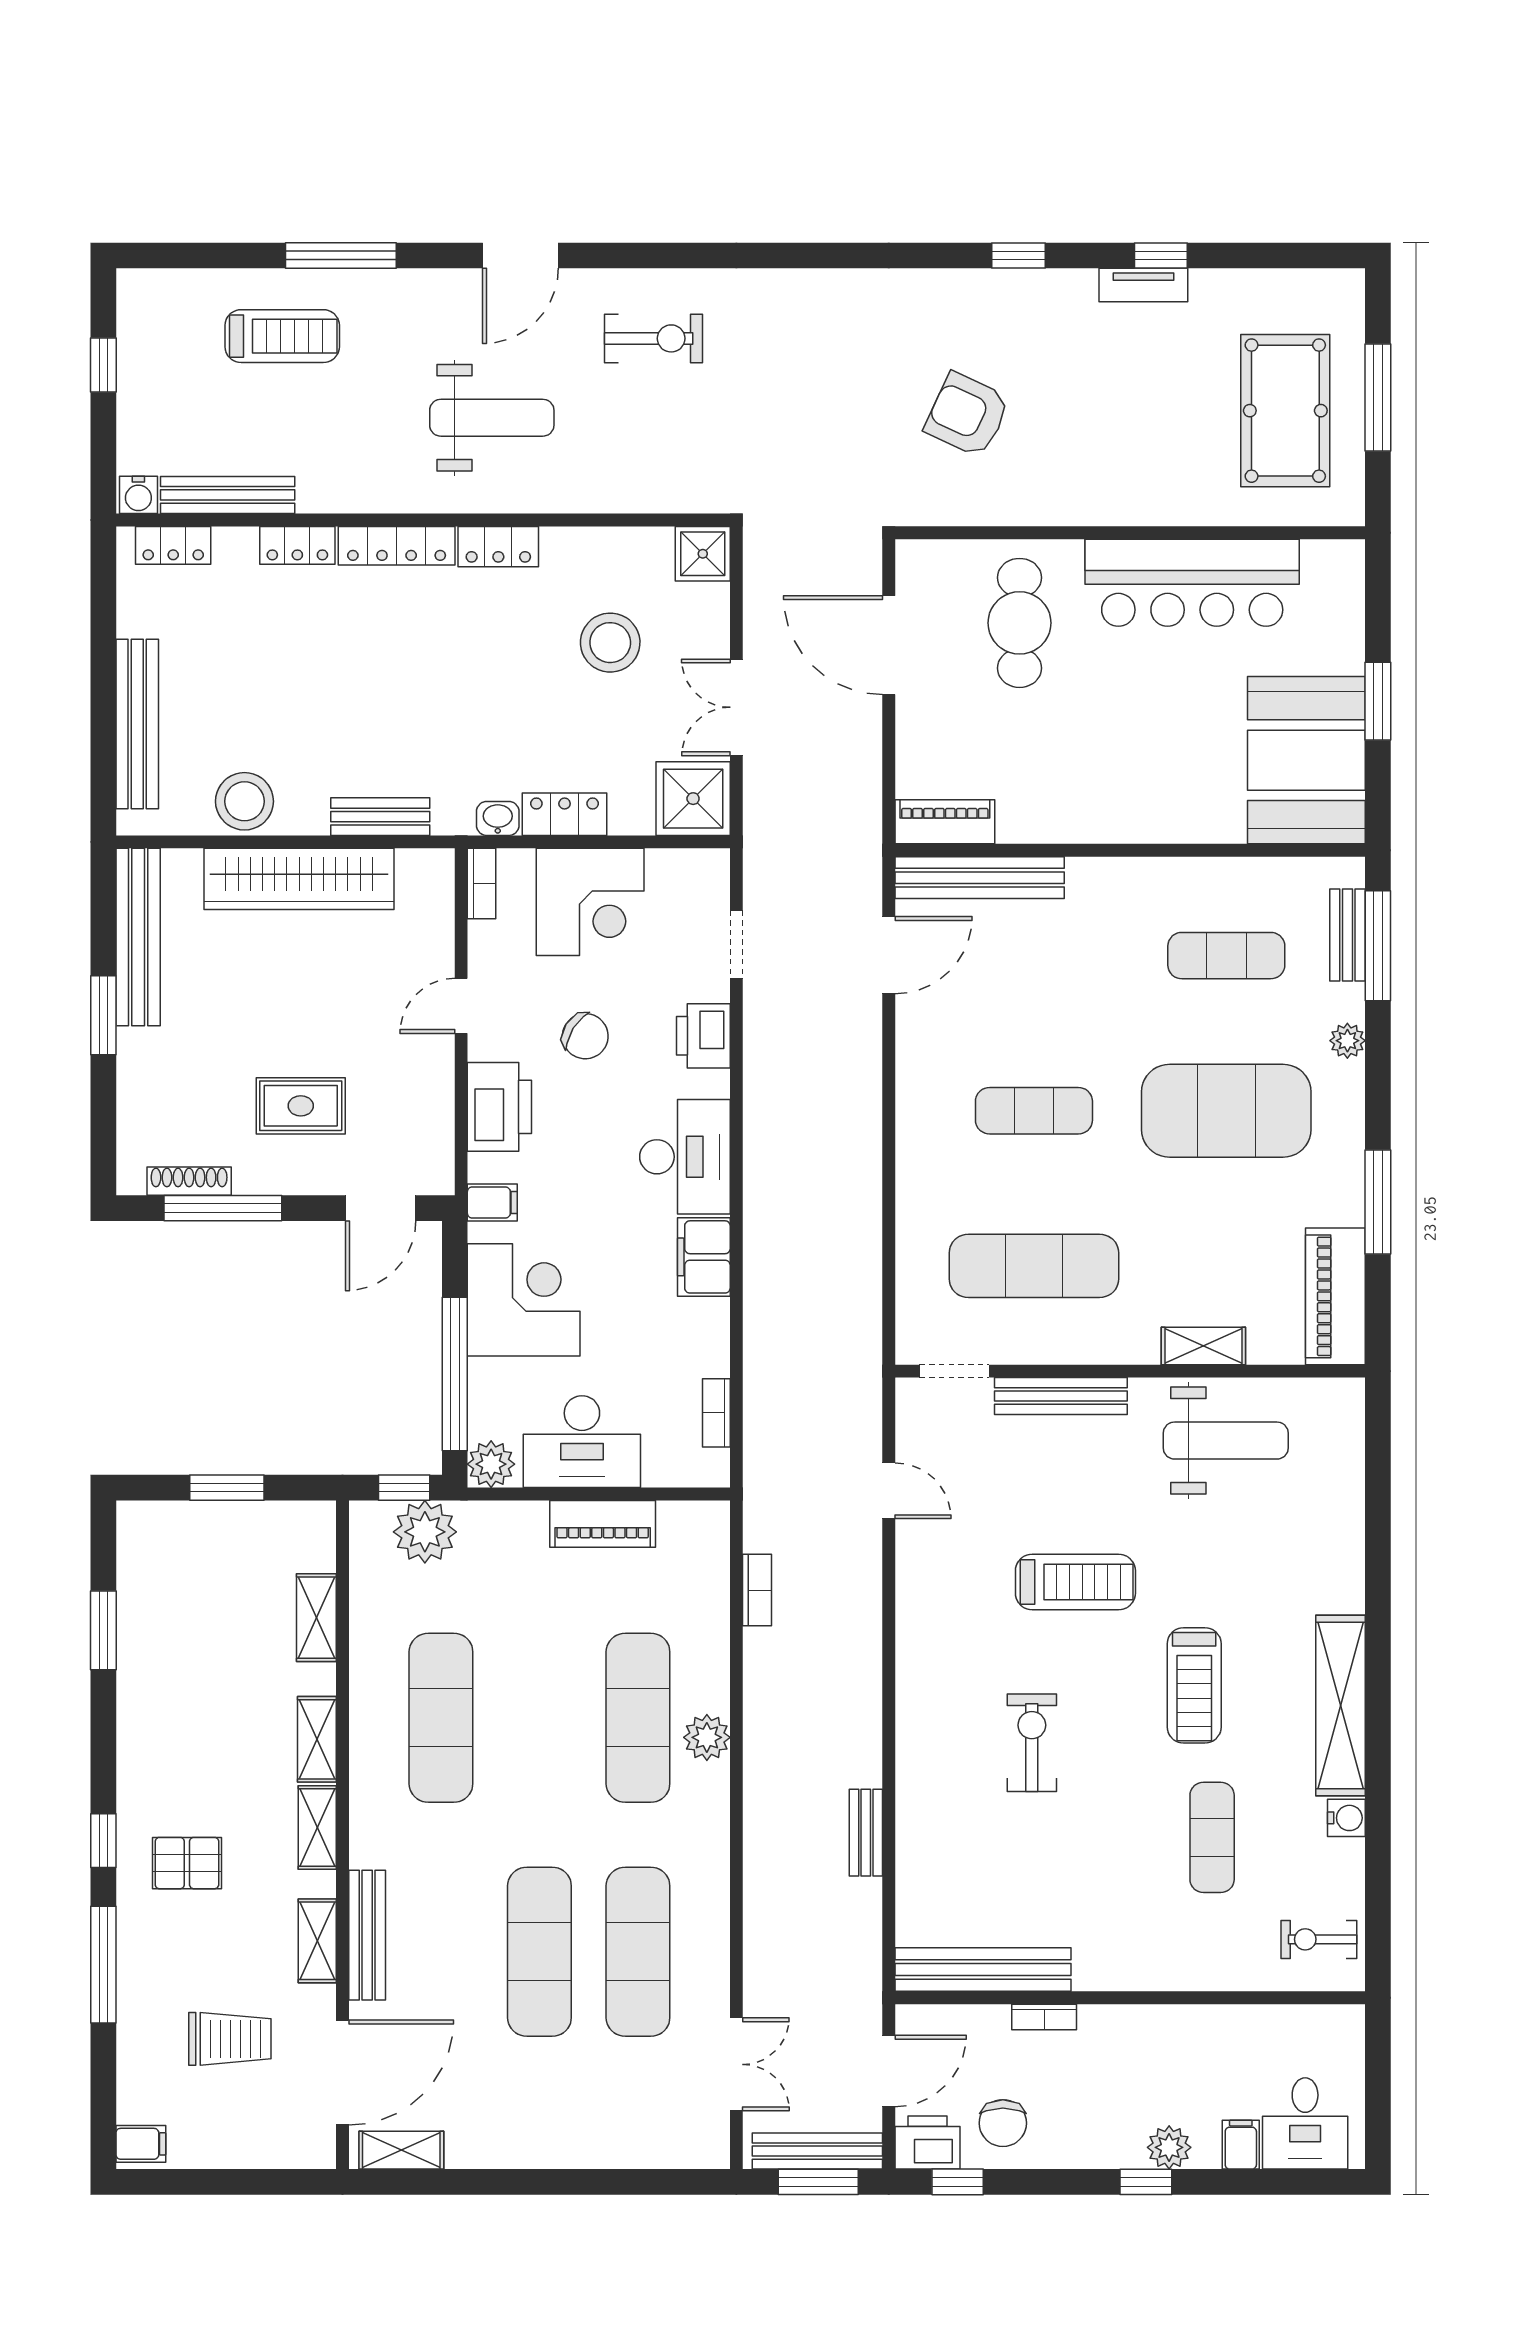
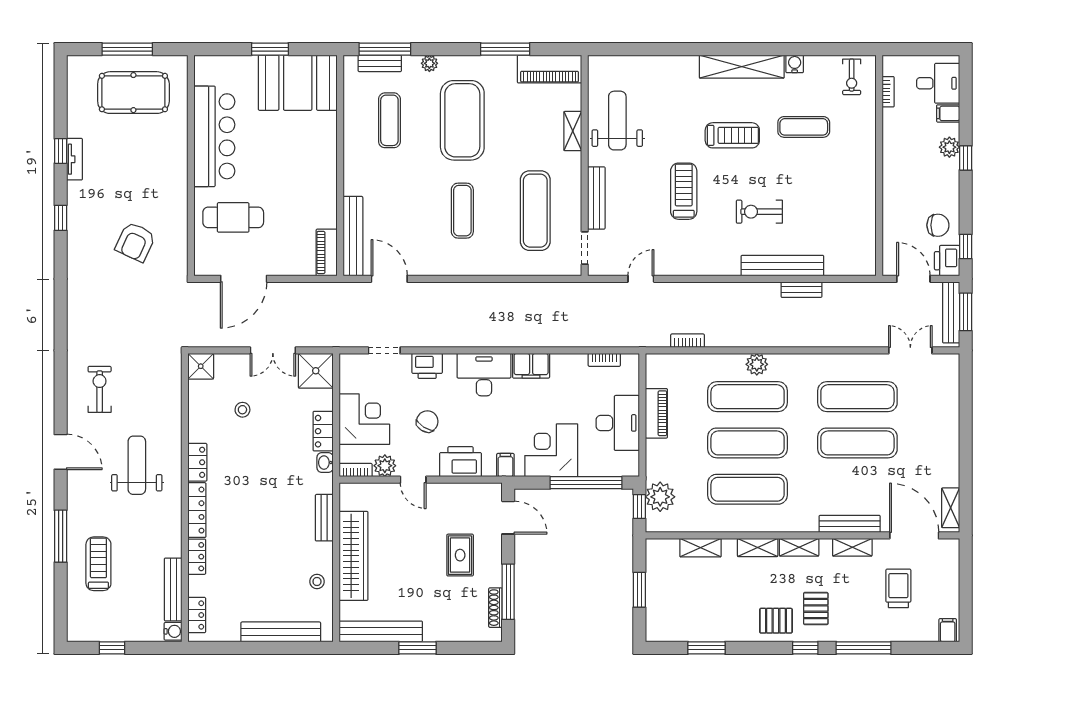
stool: (610, 643) -> (242, 410), width x0.53, depth x0.53
stool: (244, 801) -> (317, 582), width x0.53, depth x0.53
plant: (491, 1464) -> (385, 466), moved
exercise mat: (539, 1718) -> (748, 443), added
pallet: (161, 1778) -> (776, 621), added
bench: (983, 1970) -> (782, 266), moved, turned 90
bookcase: (1044, 2017) -> (888, 92), moved

